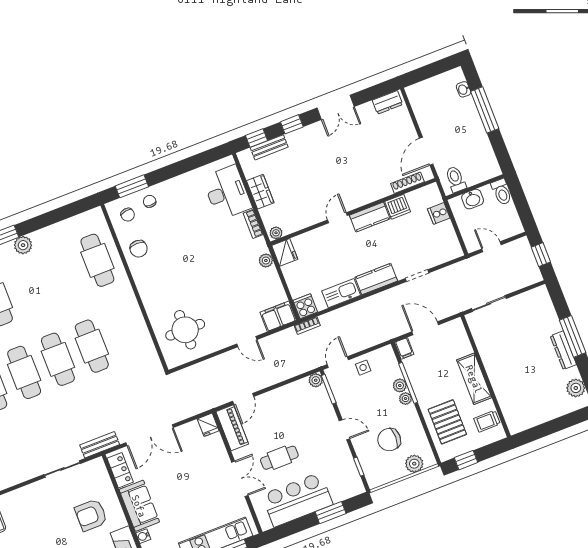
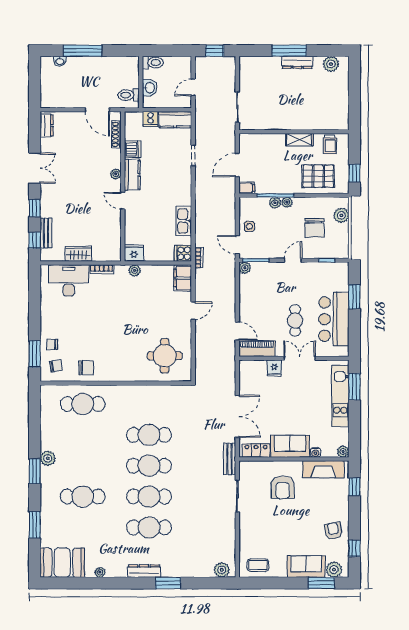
plant: (276, 233) -> (116, 174), moved
kitchen counter: (376, 279) -> (175, 120), moved, turned -90
shelving: (474, 379) -> (299, 140), width x0.67, depth x0.75
fridge: (208, 425) -> (274, 368), moved, turned 90

